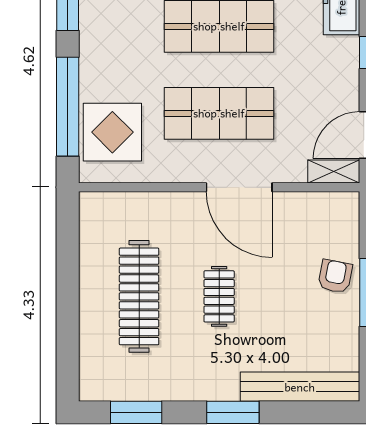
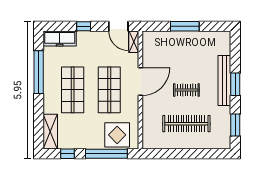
armchair: (335, 276) -> (178, 41), removed
bench: (300, 387) -> (224, 80), moved

